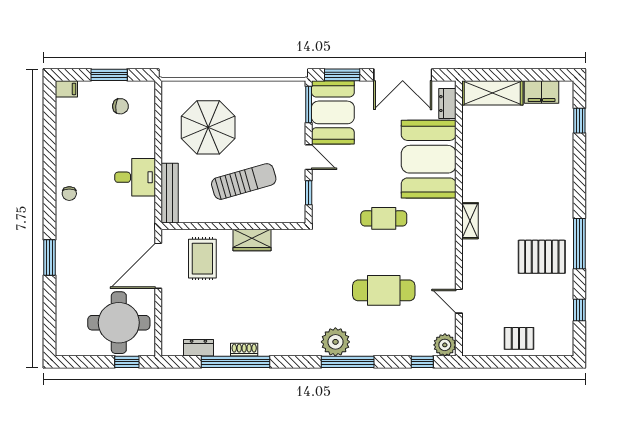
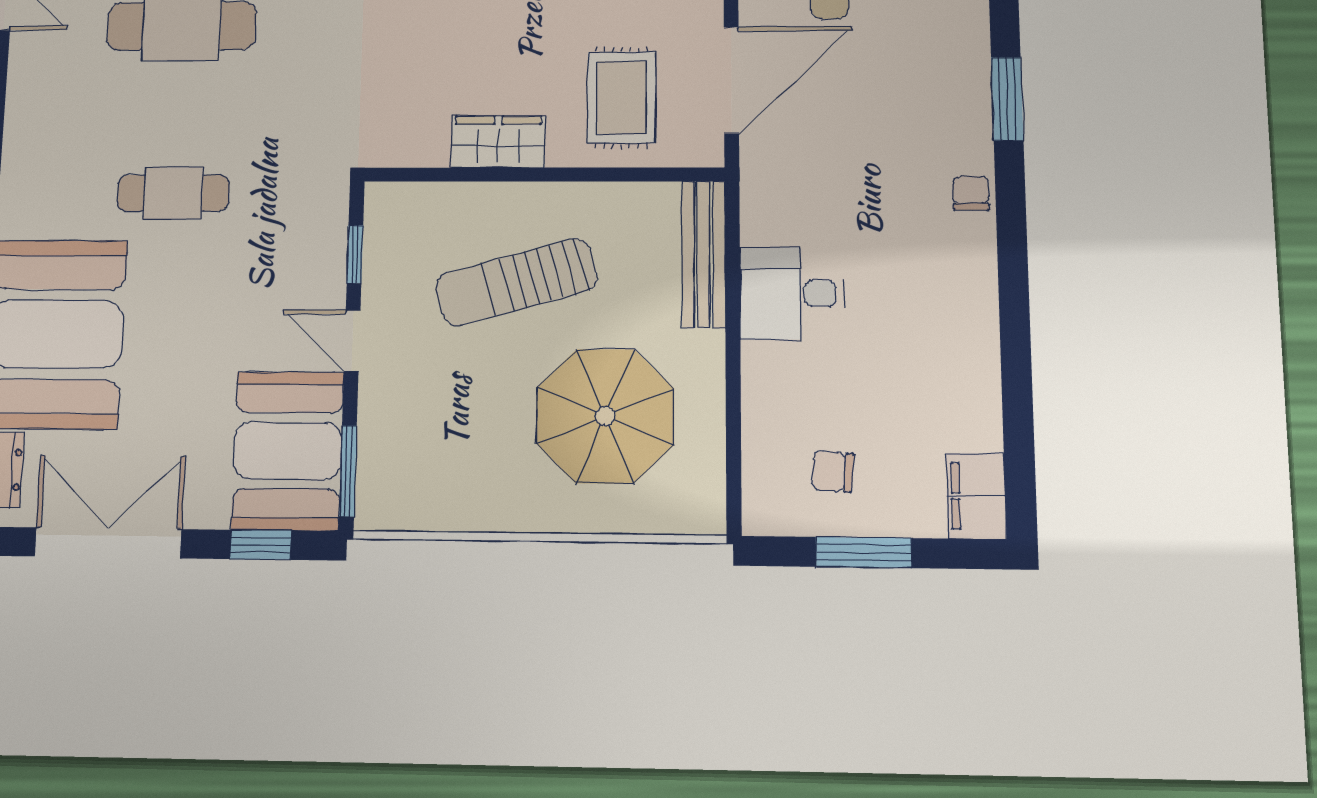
window: (342, 75) -> (261, 545), width x0.67
filing cabinet: (66, 89) -> (976, 496), width x2.00
chair: (69, 194) -> (971, 193), moved

